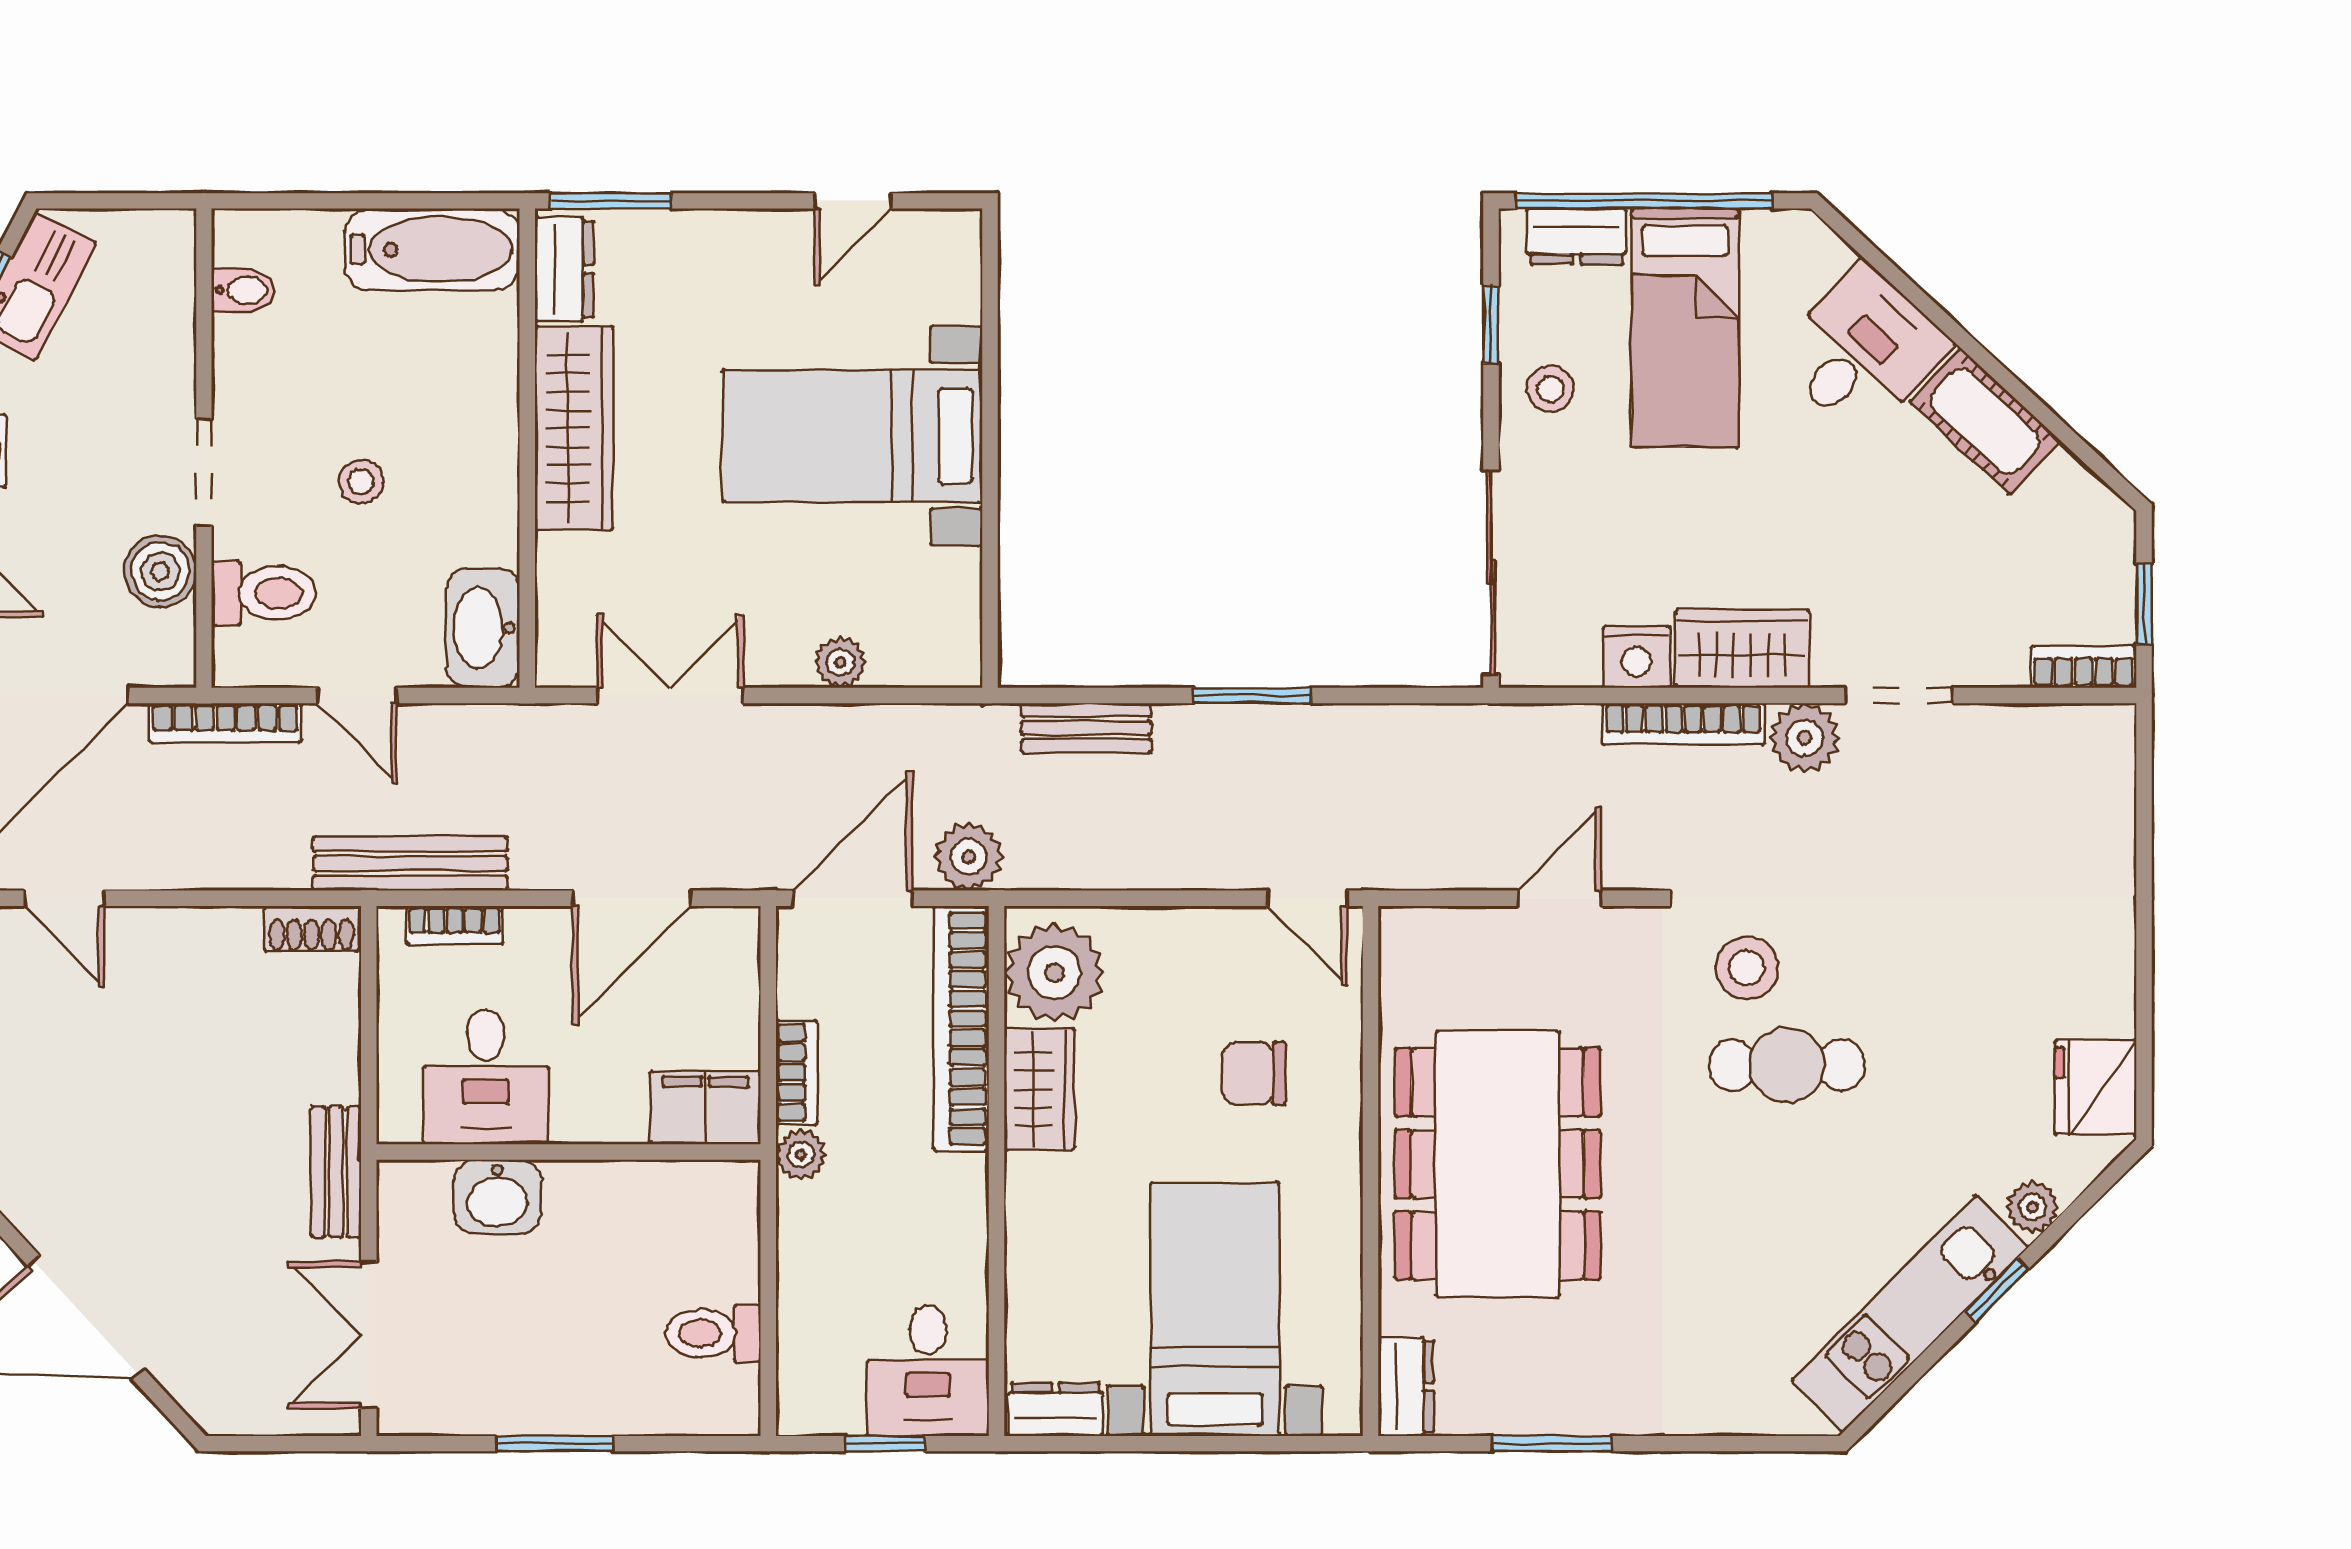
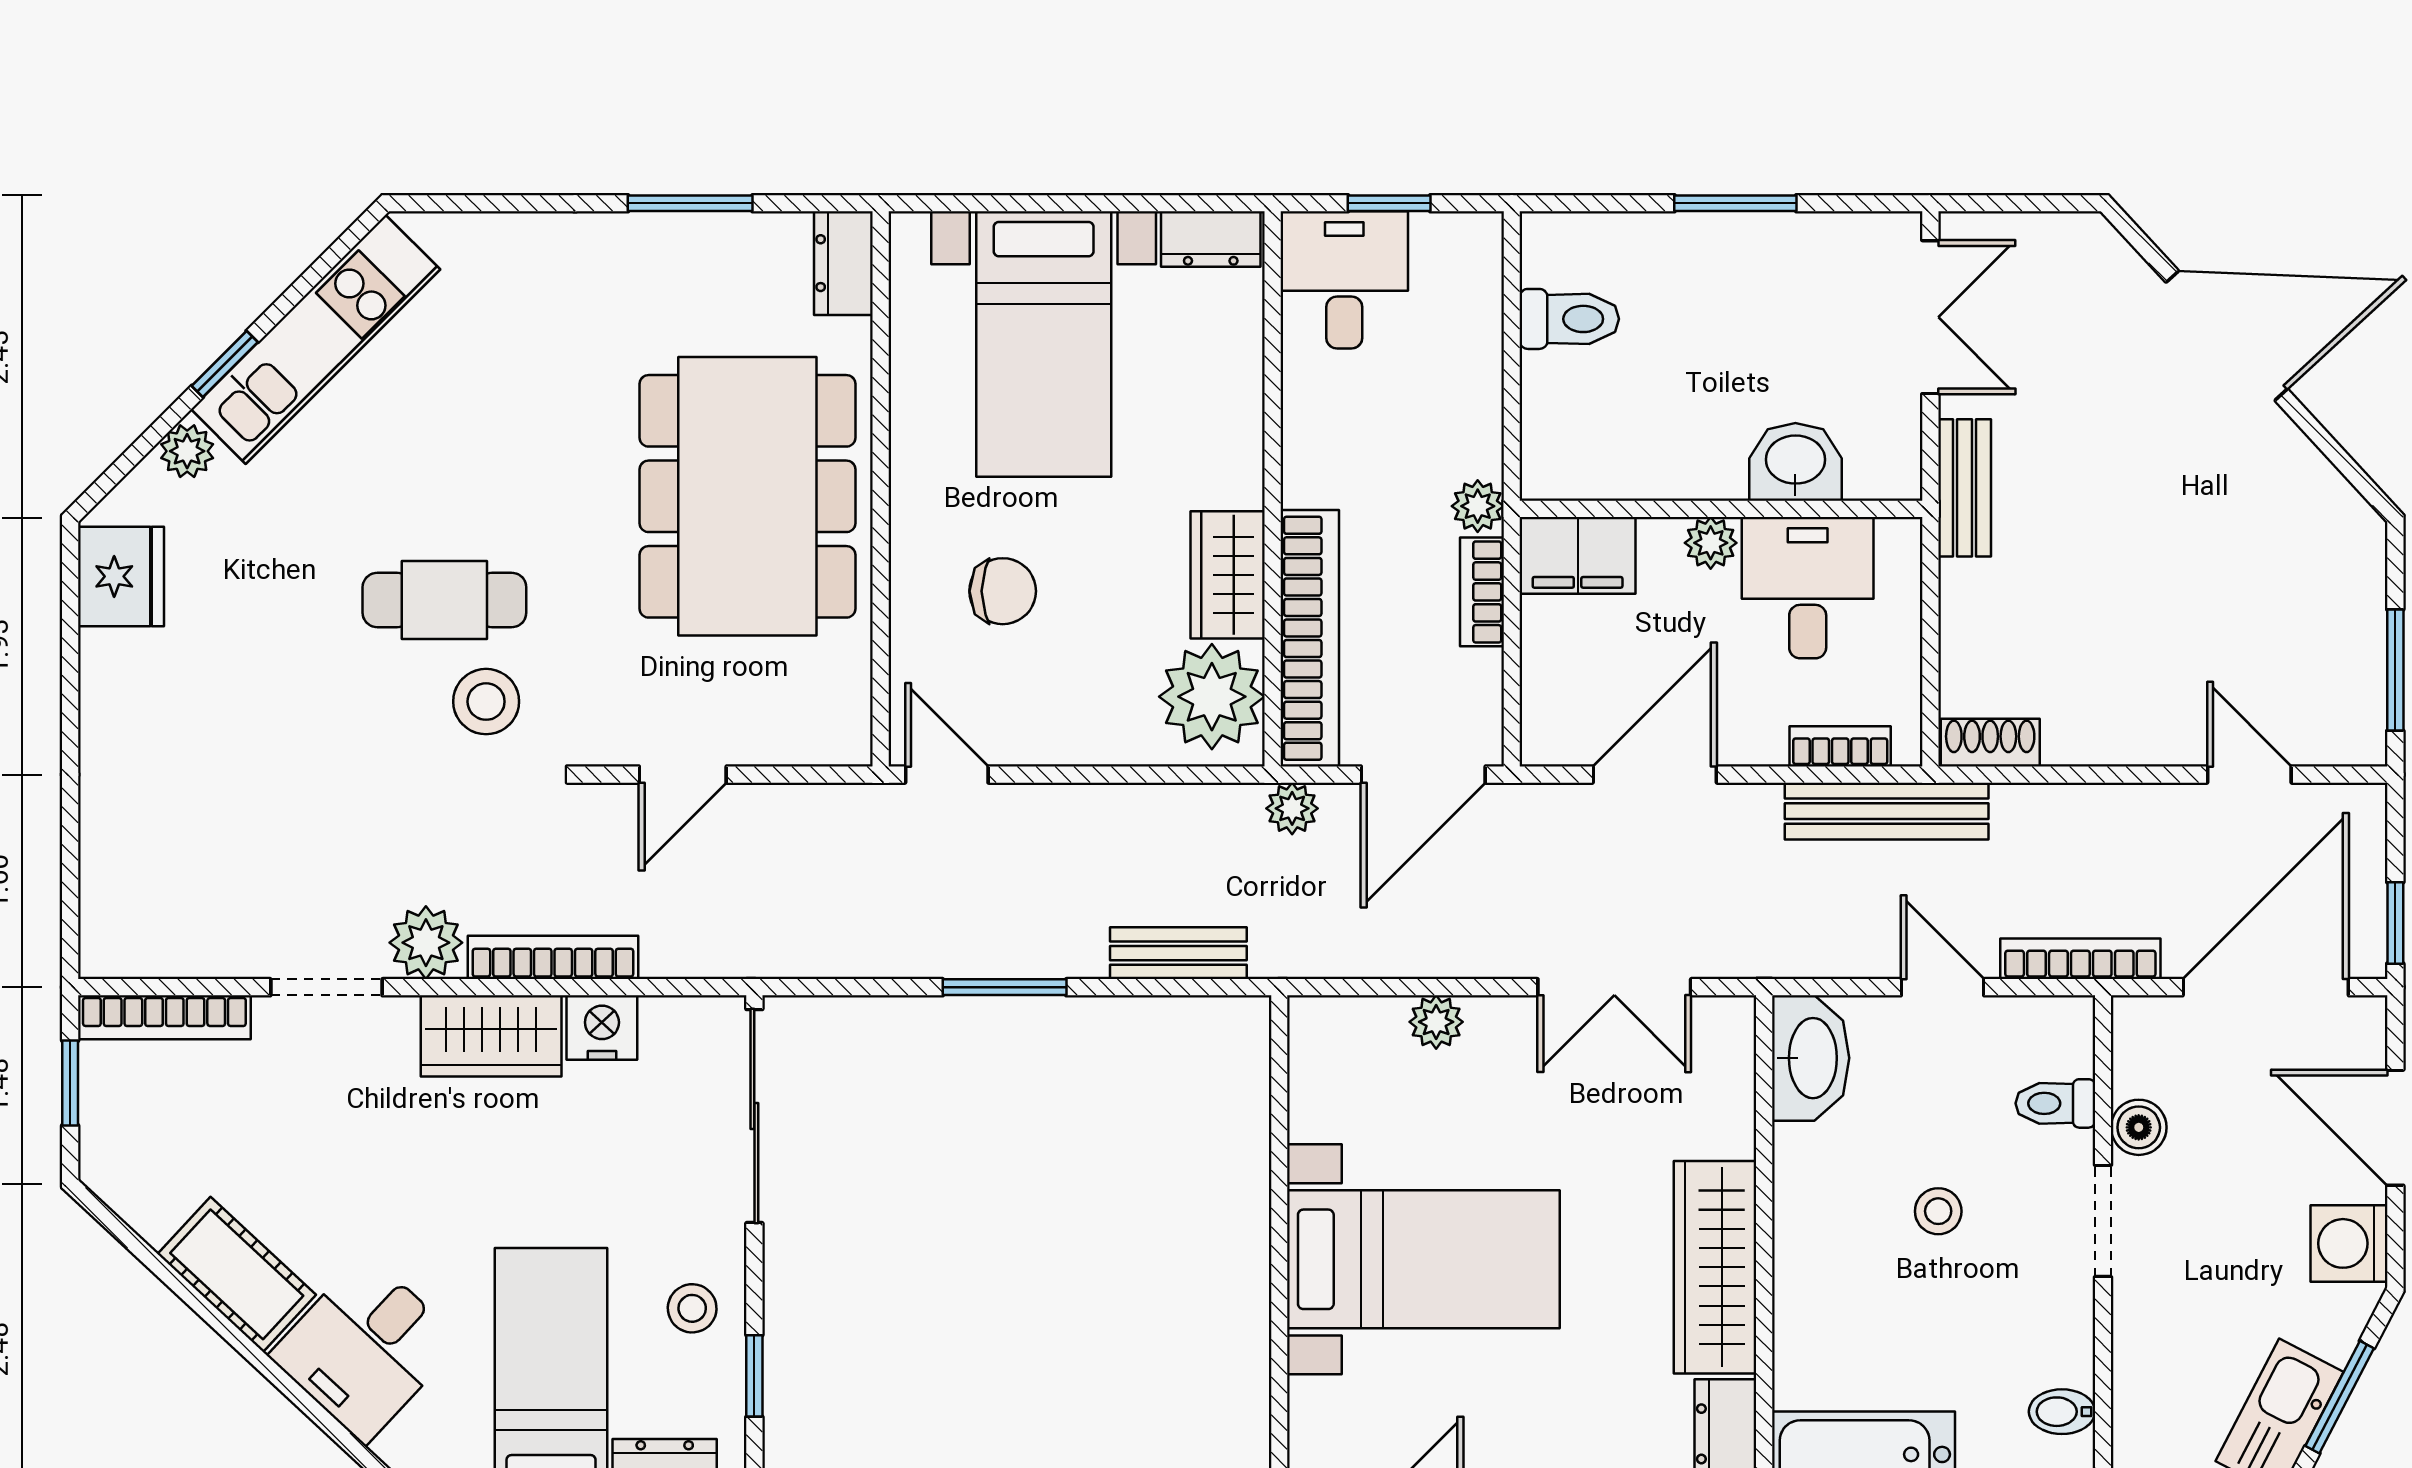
boiler: (160, 571) -> (2139, 1127), width x0.73, depth x0.73
toilet: (264, 593) -> (2055, 1103), width x0.73, depth x0.72
bookcase: (2084, 667) -> (164, 1017), width x1.56
plant: (969, 857) -> (1292, 808), width x0.73, depth x0.73
plant: (578, 1120) -> (1711, 543), added

